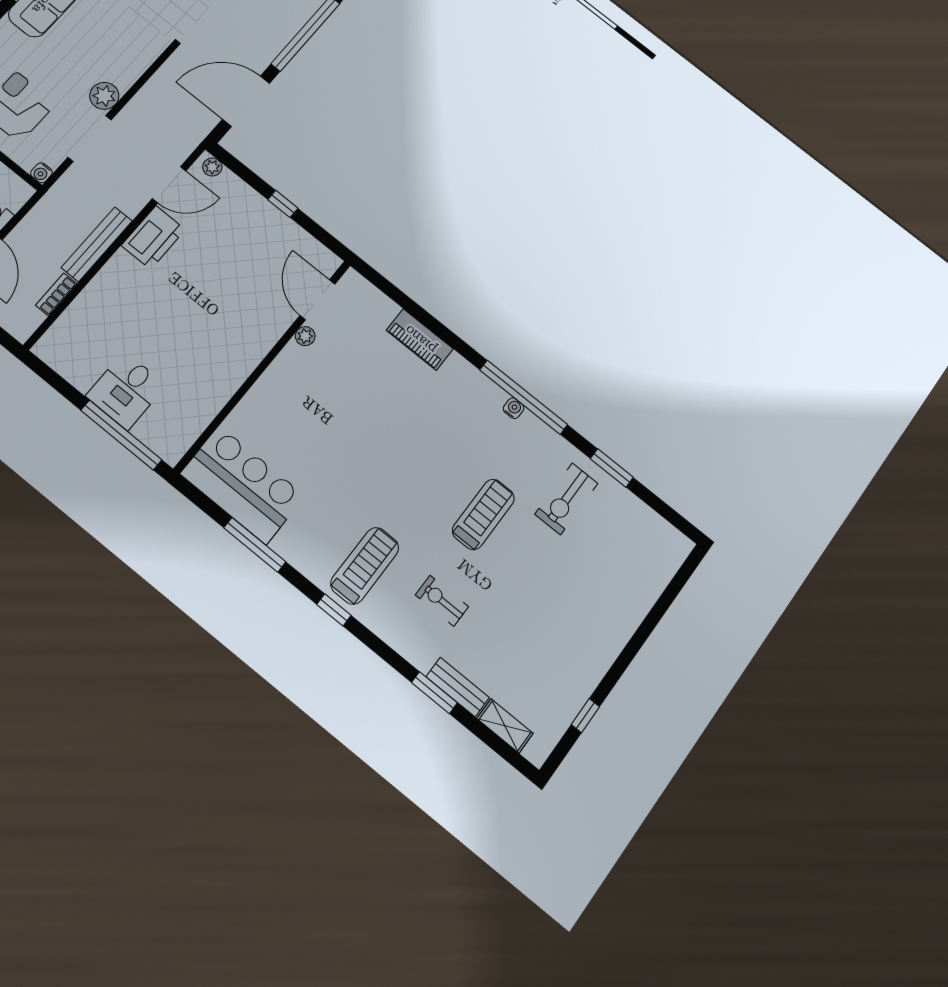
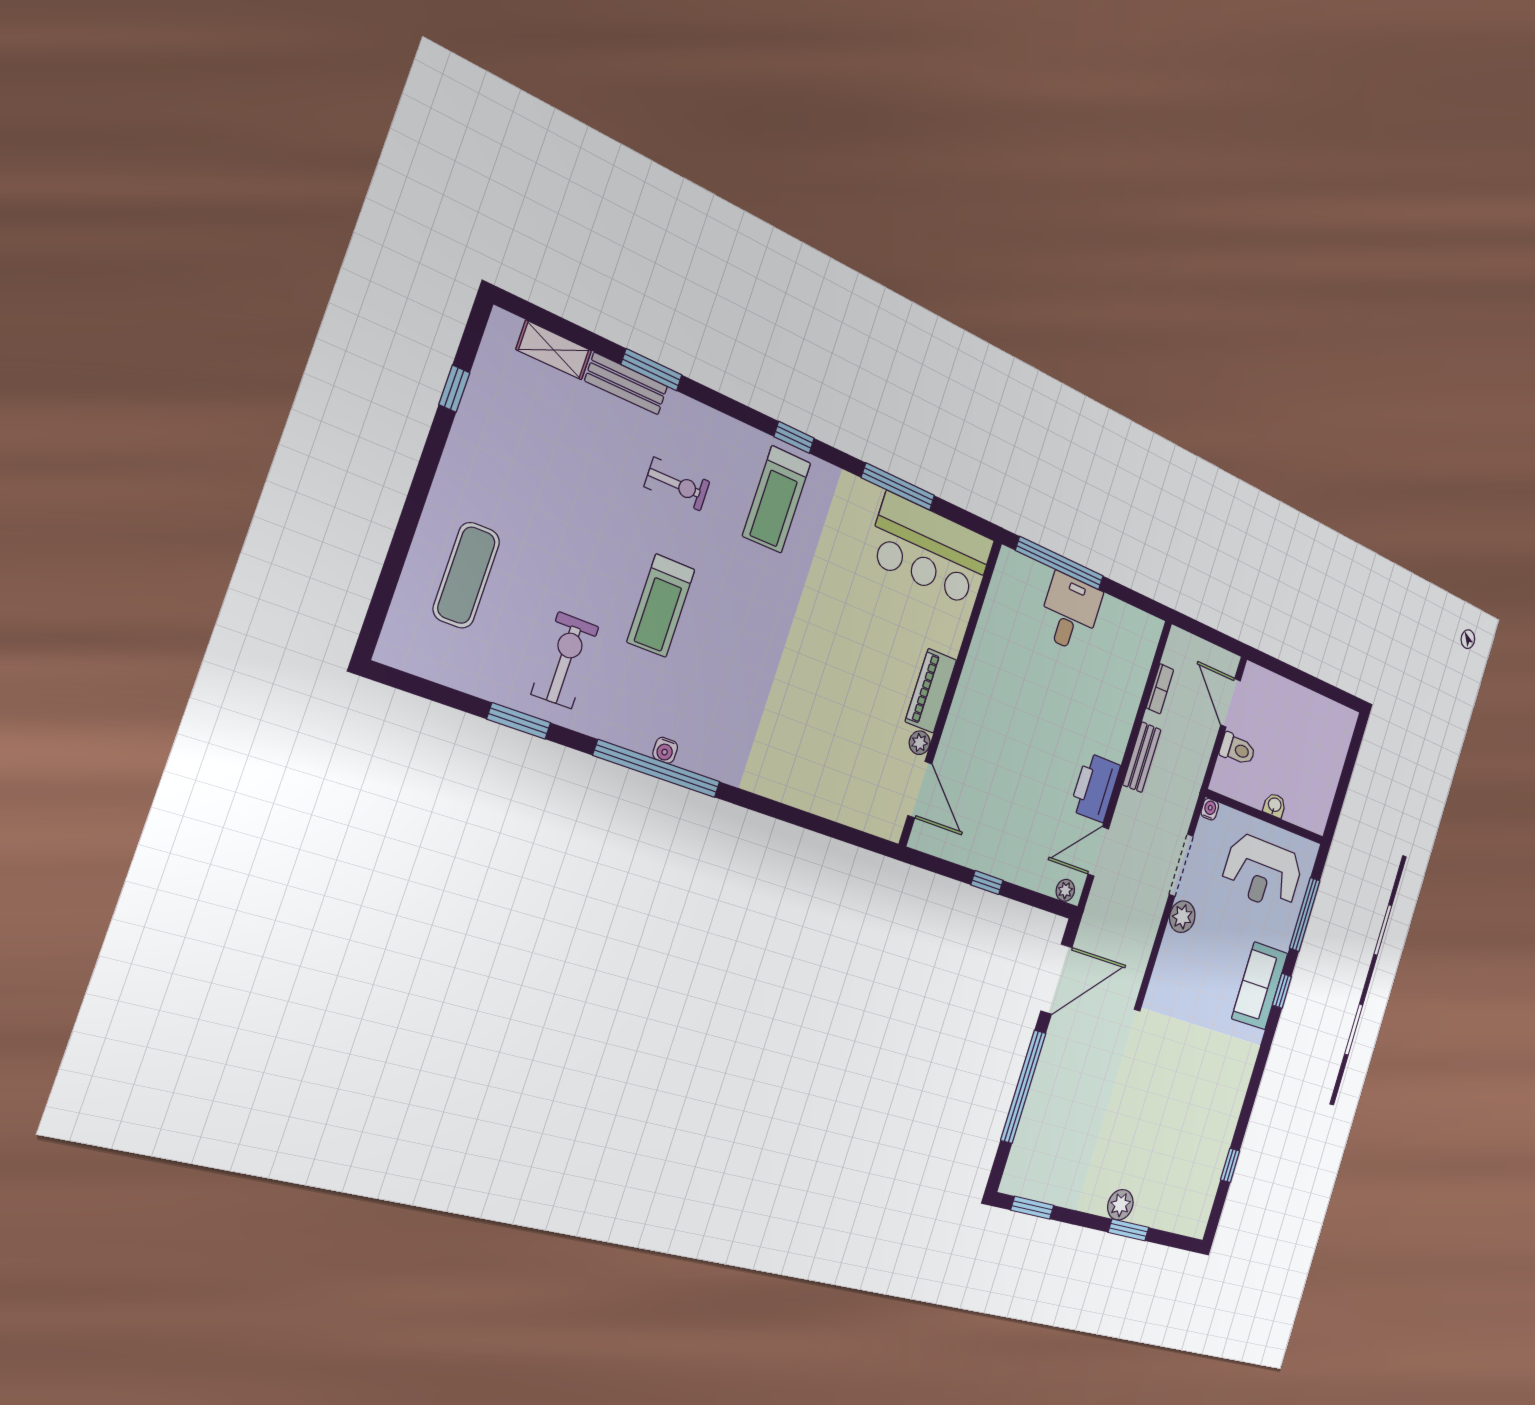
bench: (97, 244) -> (1142, 757), width x0.73
piano: (420, 340) -> (931, 691), moved, turned -90
exercise mat: (617, 581) -> (466, 575), added

